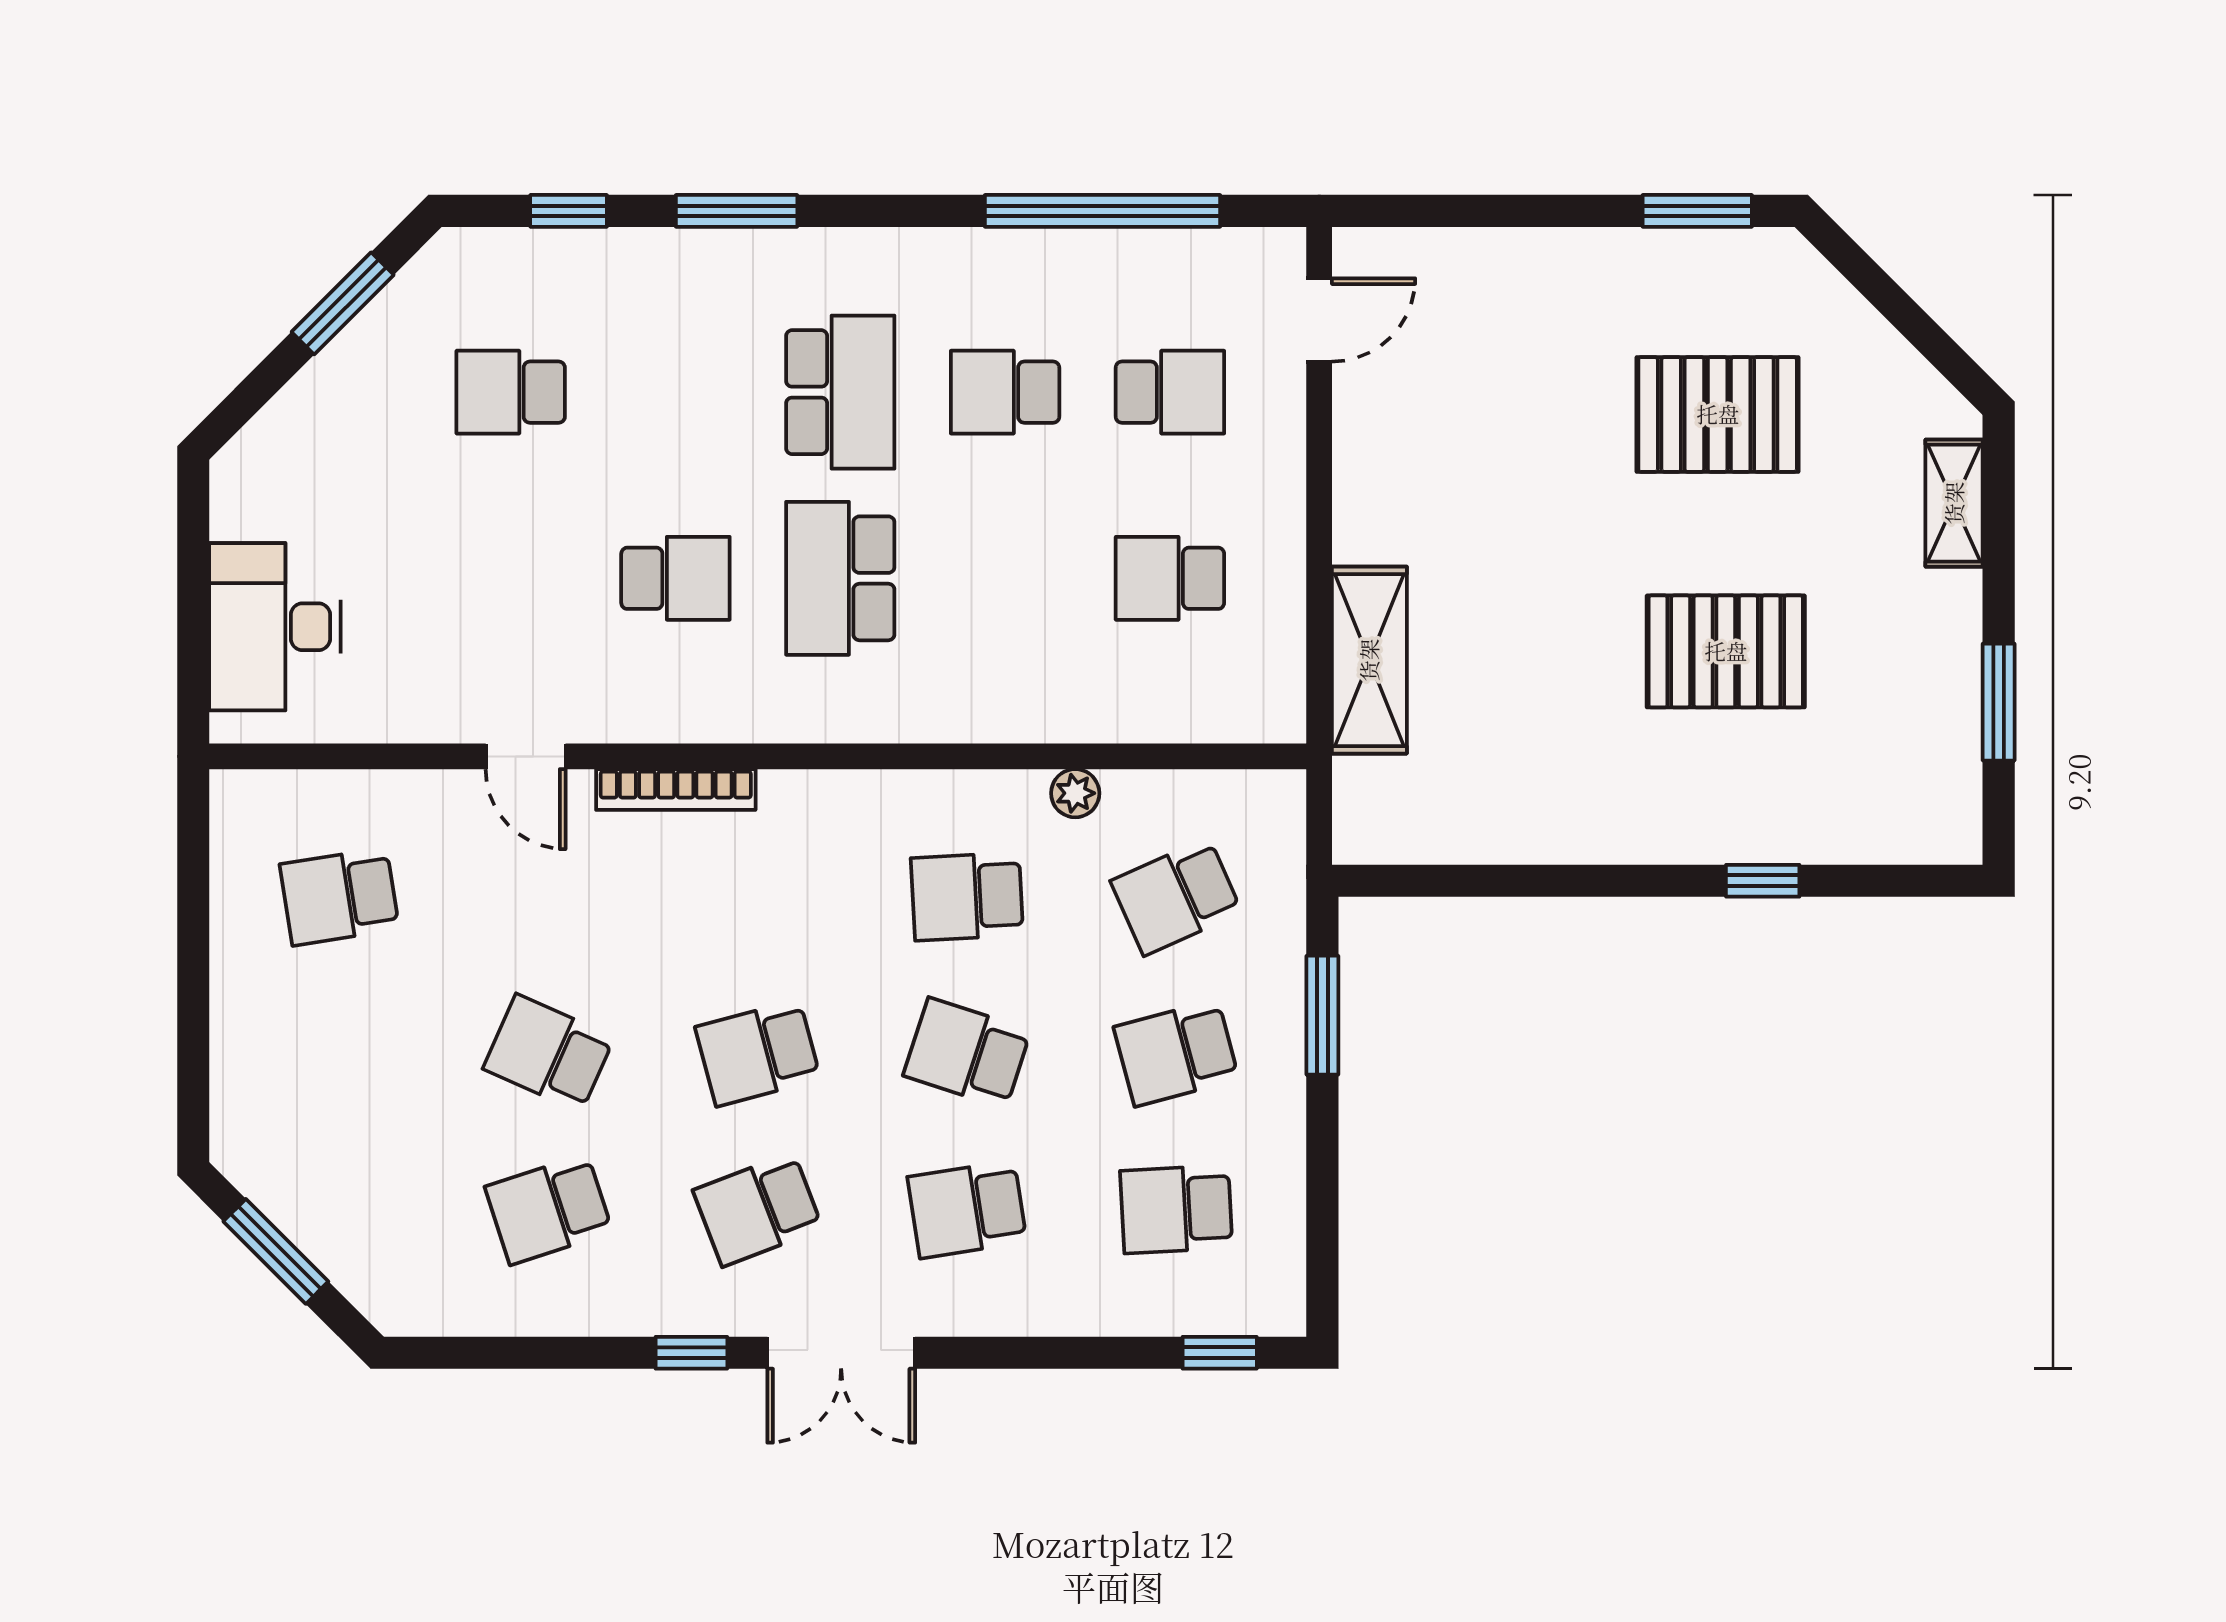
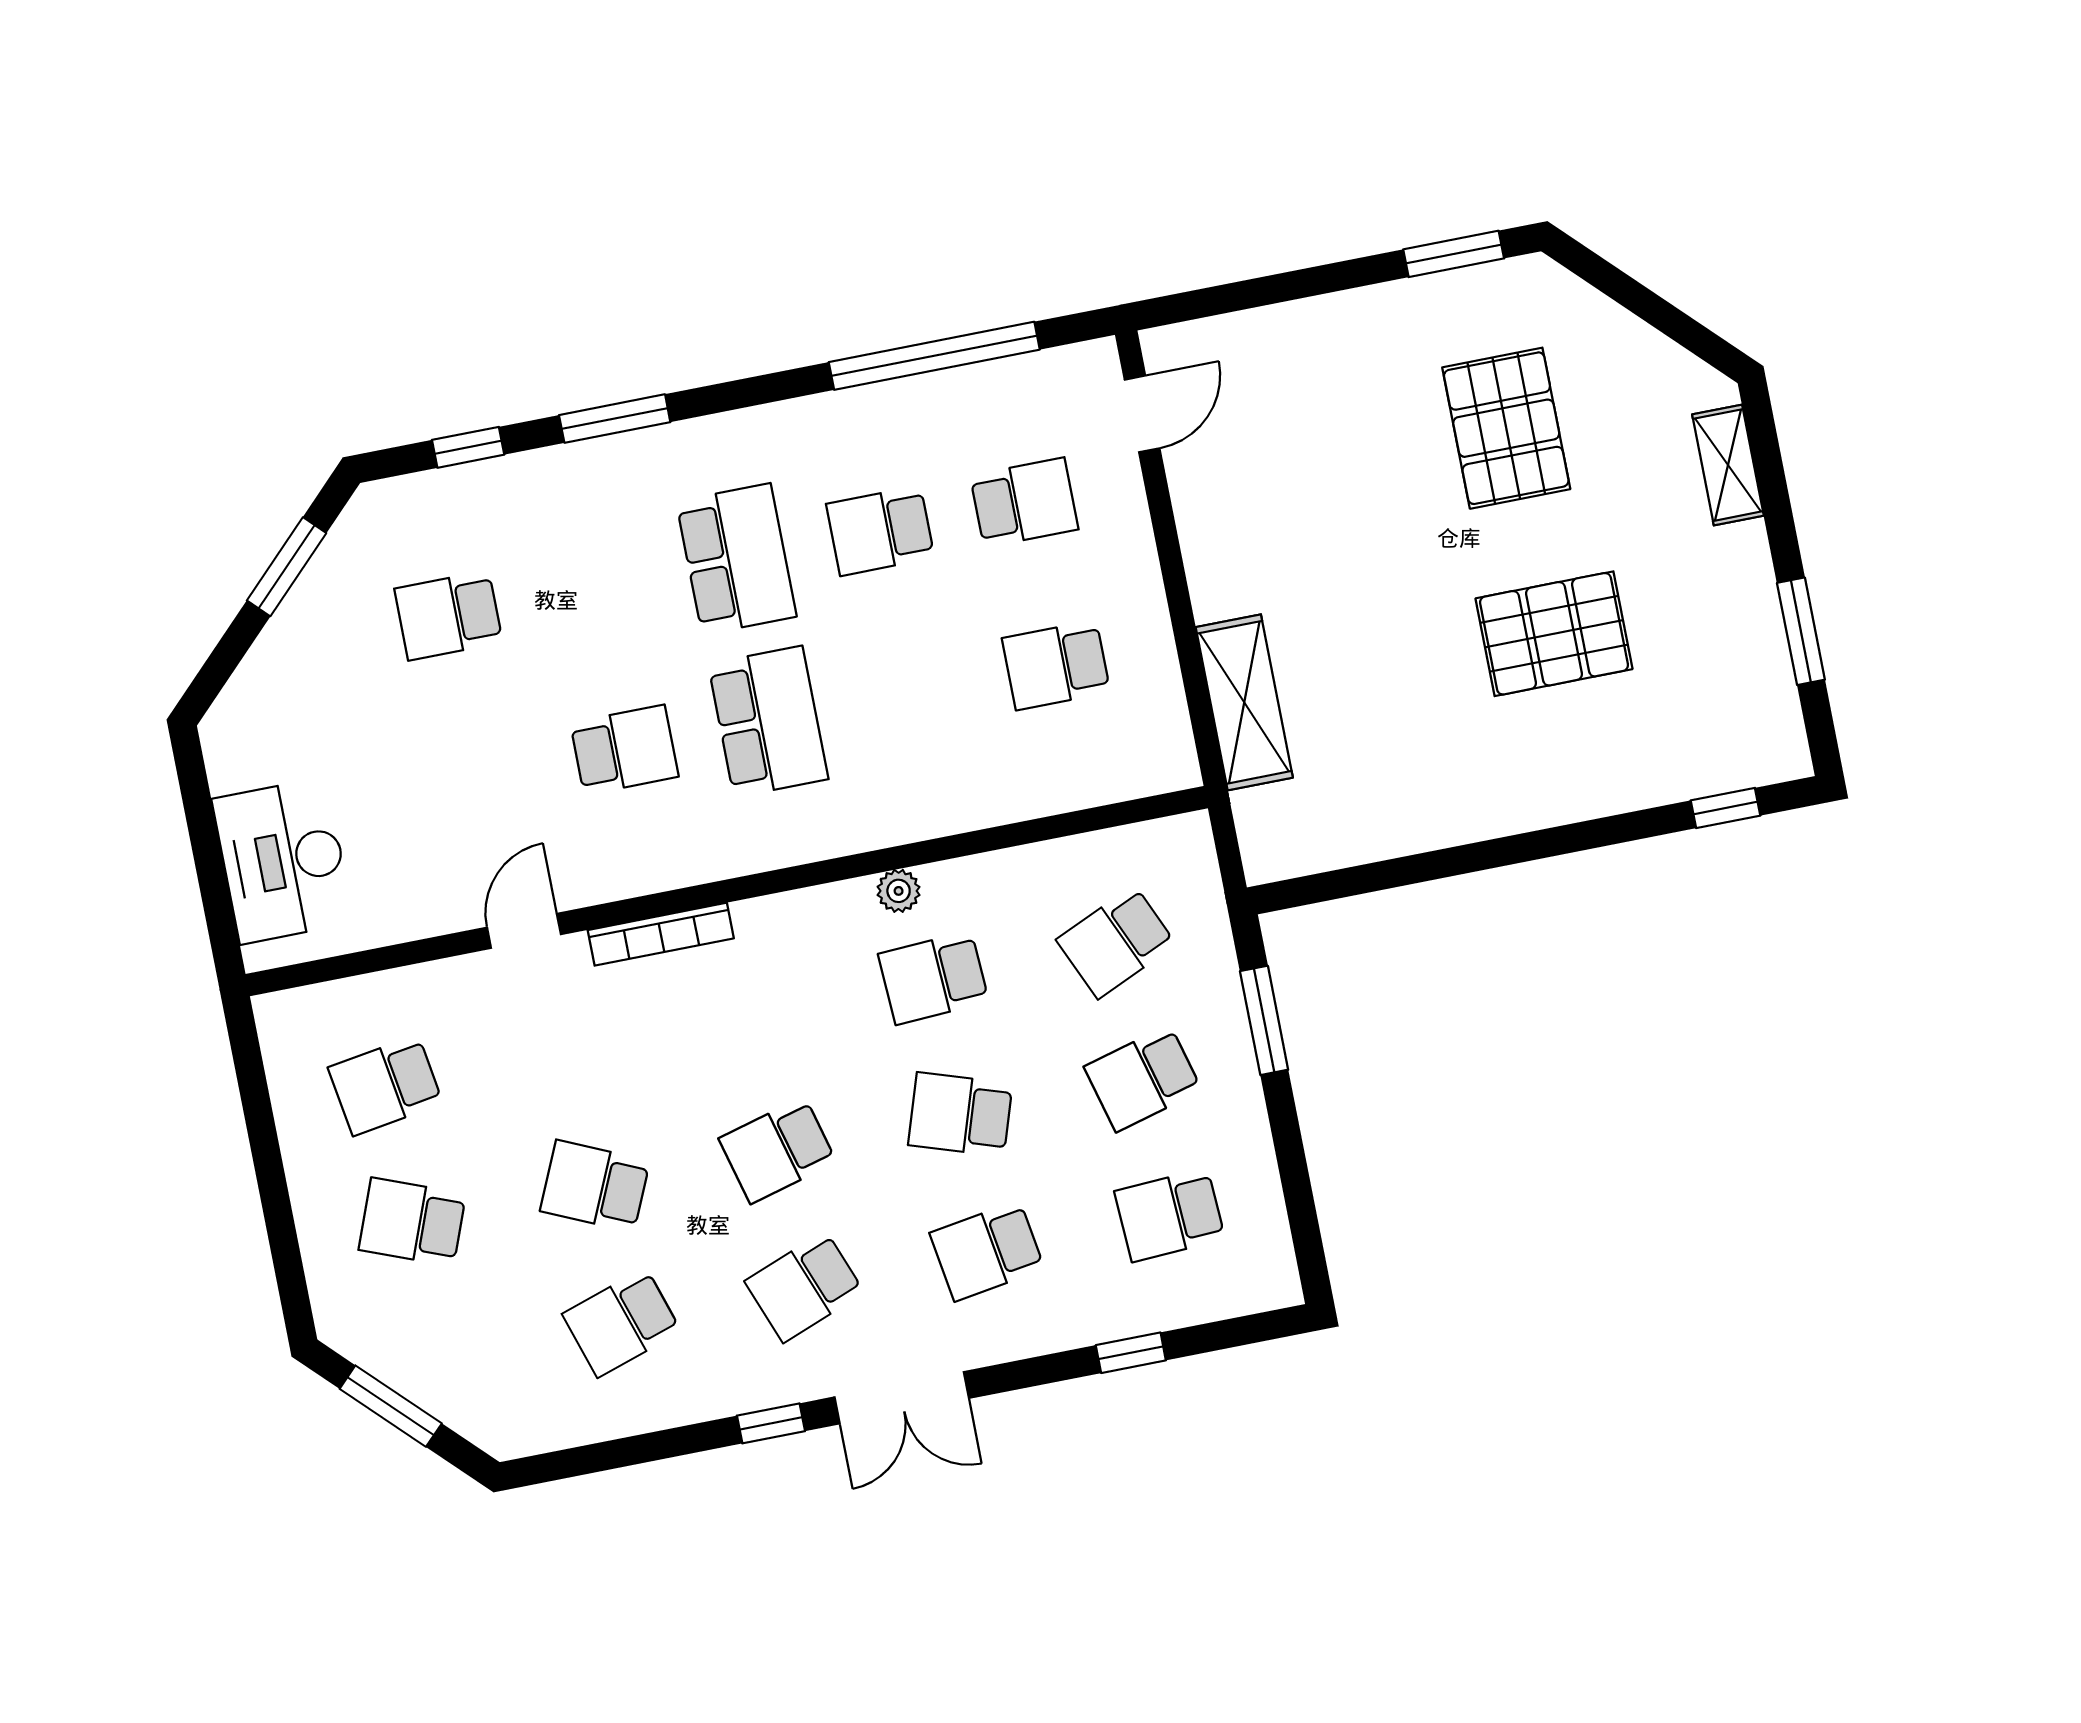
pallet: (1718, 414) -> (1506, 428), turned 90
school desk: (840, 578) -> (768, 722), turned 180
door: (526, 756) -> (524, 931), swing flipped
plant: (1075, 793) -> (899, 891), moved
window: (1763, 881) -> (1726, 808), moved
school desk: (339, 1053) -> (412, 1222), added
window: (1220, 1353) -> (1131, 1353), moved

